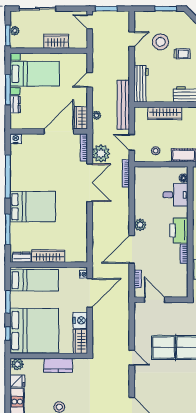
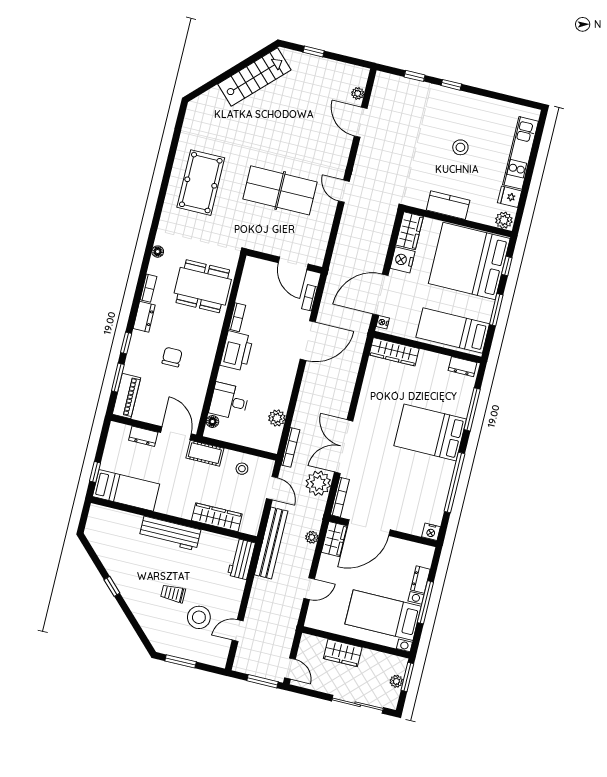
workbench: (141, 84) -> (241, 559), width x0.73
plant: (140, 225) -> (277, 418), moved
wardrobe: (48, 256) -> (394, 352), moved

